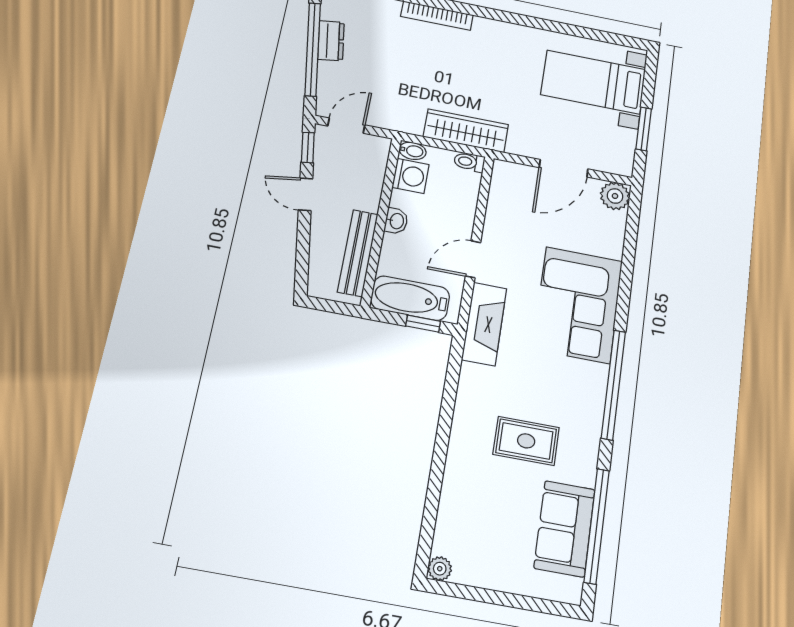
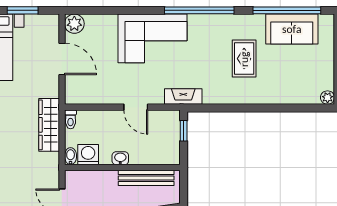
bathtub: (410, 298) -> (169, 141), removed
fireplace: (484, 324) -> (183, 97), width x0.73, depth x0.76

